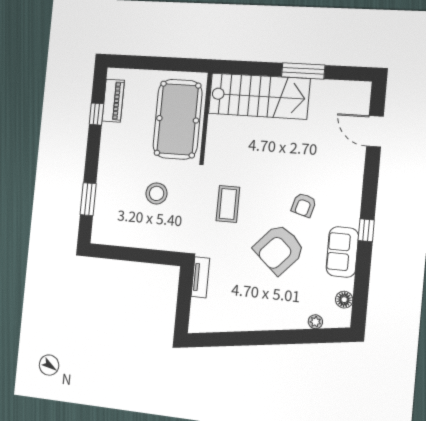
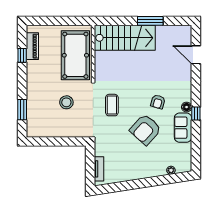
tv unit: (200, 277) -> (99, 169), moved
floor lamp: (344, 300) -> (187, 107), moved

